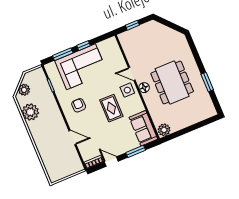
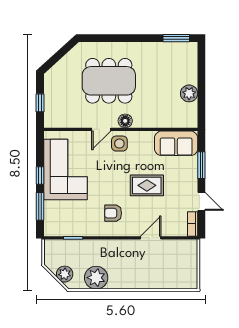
corner sofa: (81, 67) -> (65, 169), moved
dining table: (172, 82) -> (109, 81), moved
window: (207, 82) -> (176, 38), moved
rug: (111, 108) -> (147, 185), moved
plant: (164, 130) -> (189, 93), moved
door: (111, 162) -> (201, 201), swing flipped

